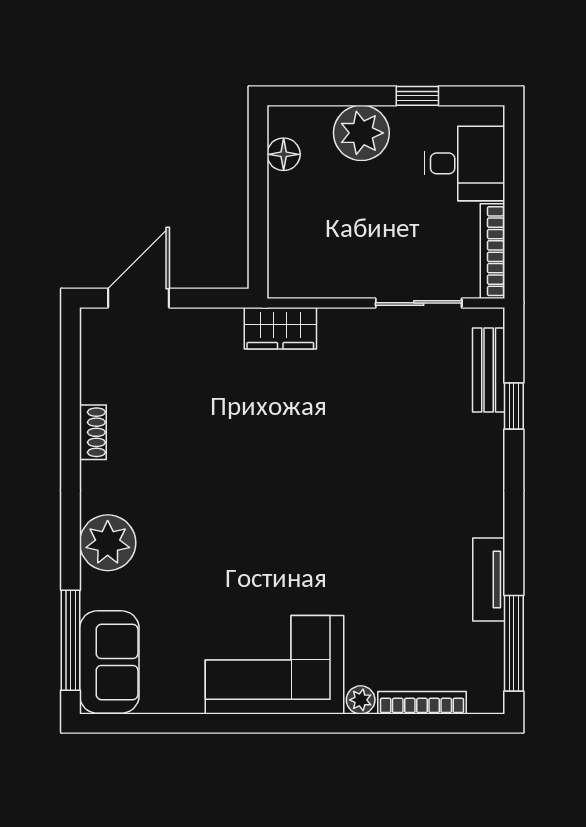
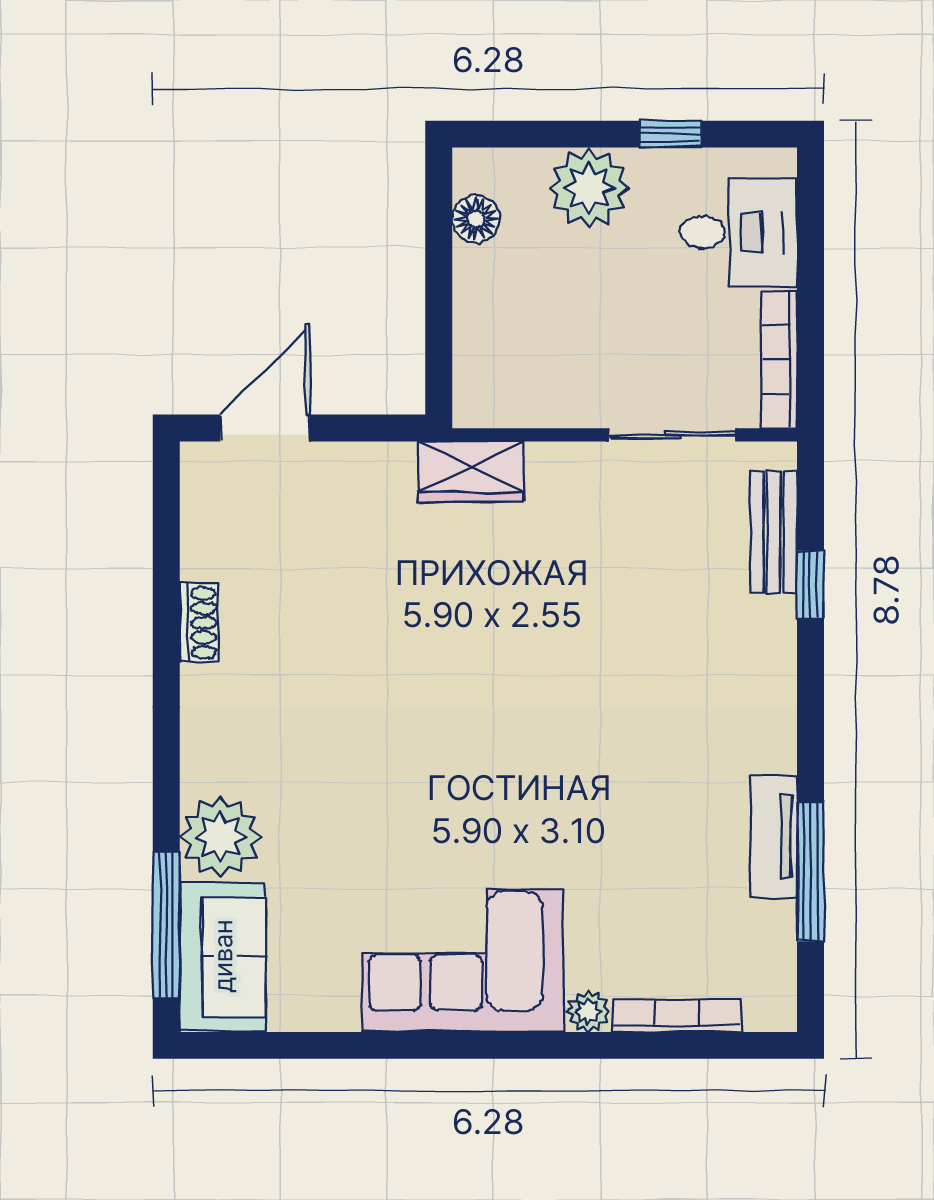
plant: (108, 543) -> (220, 837), moved
window: (514, 643) -> (810, 872), moved

